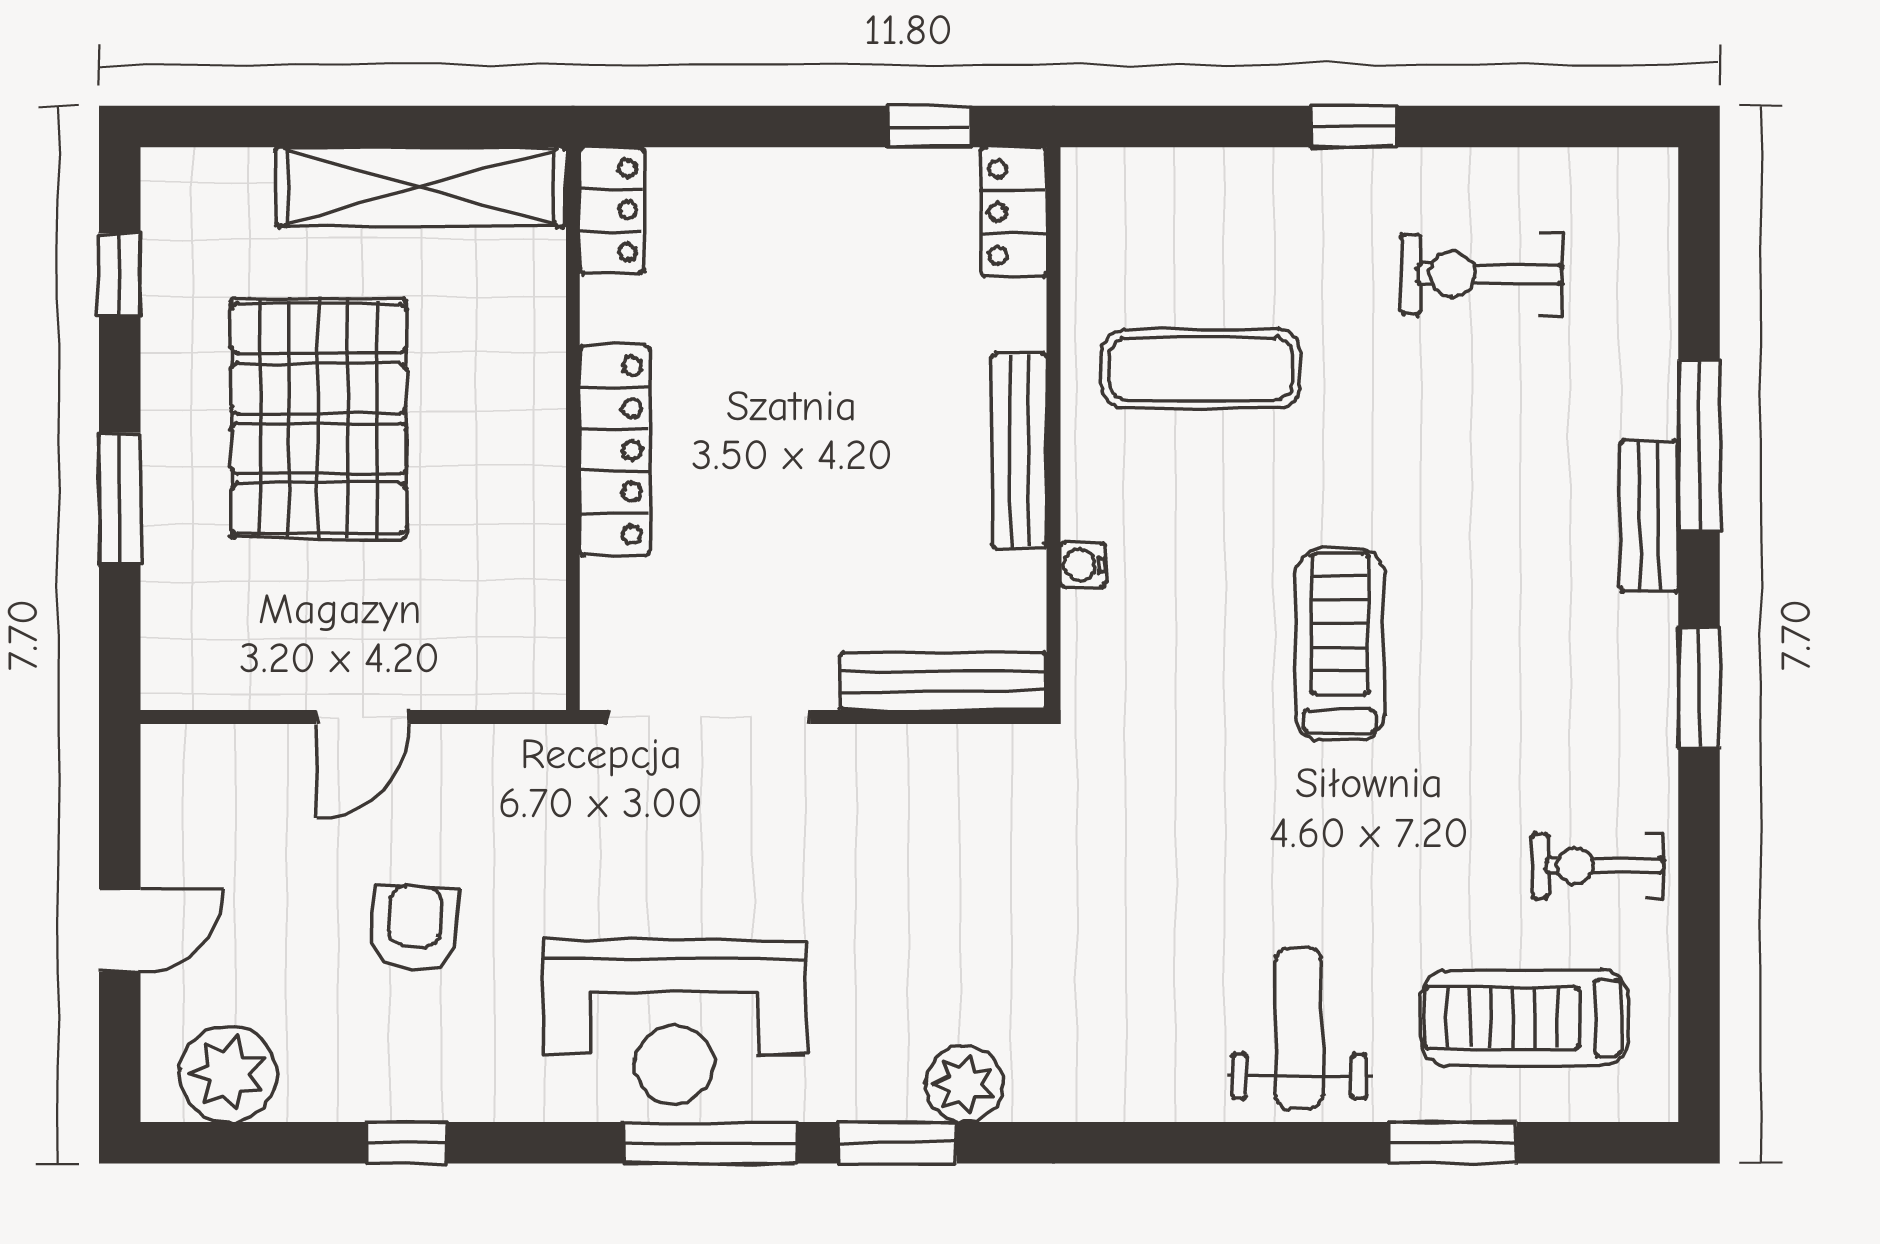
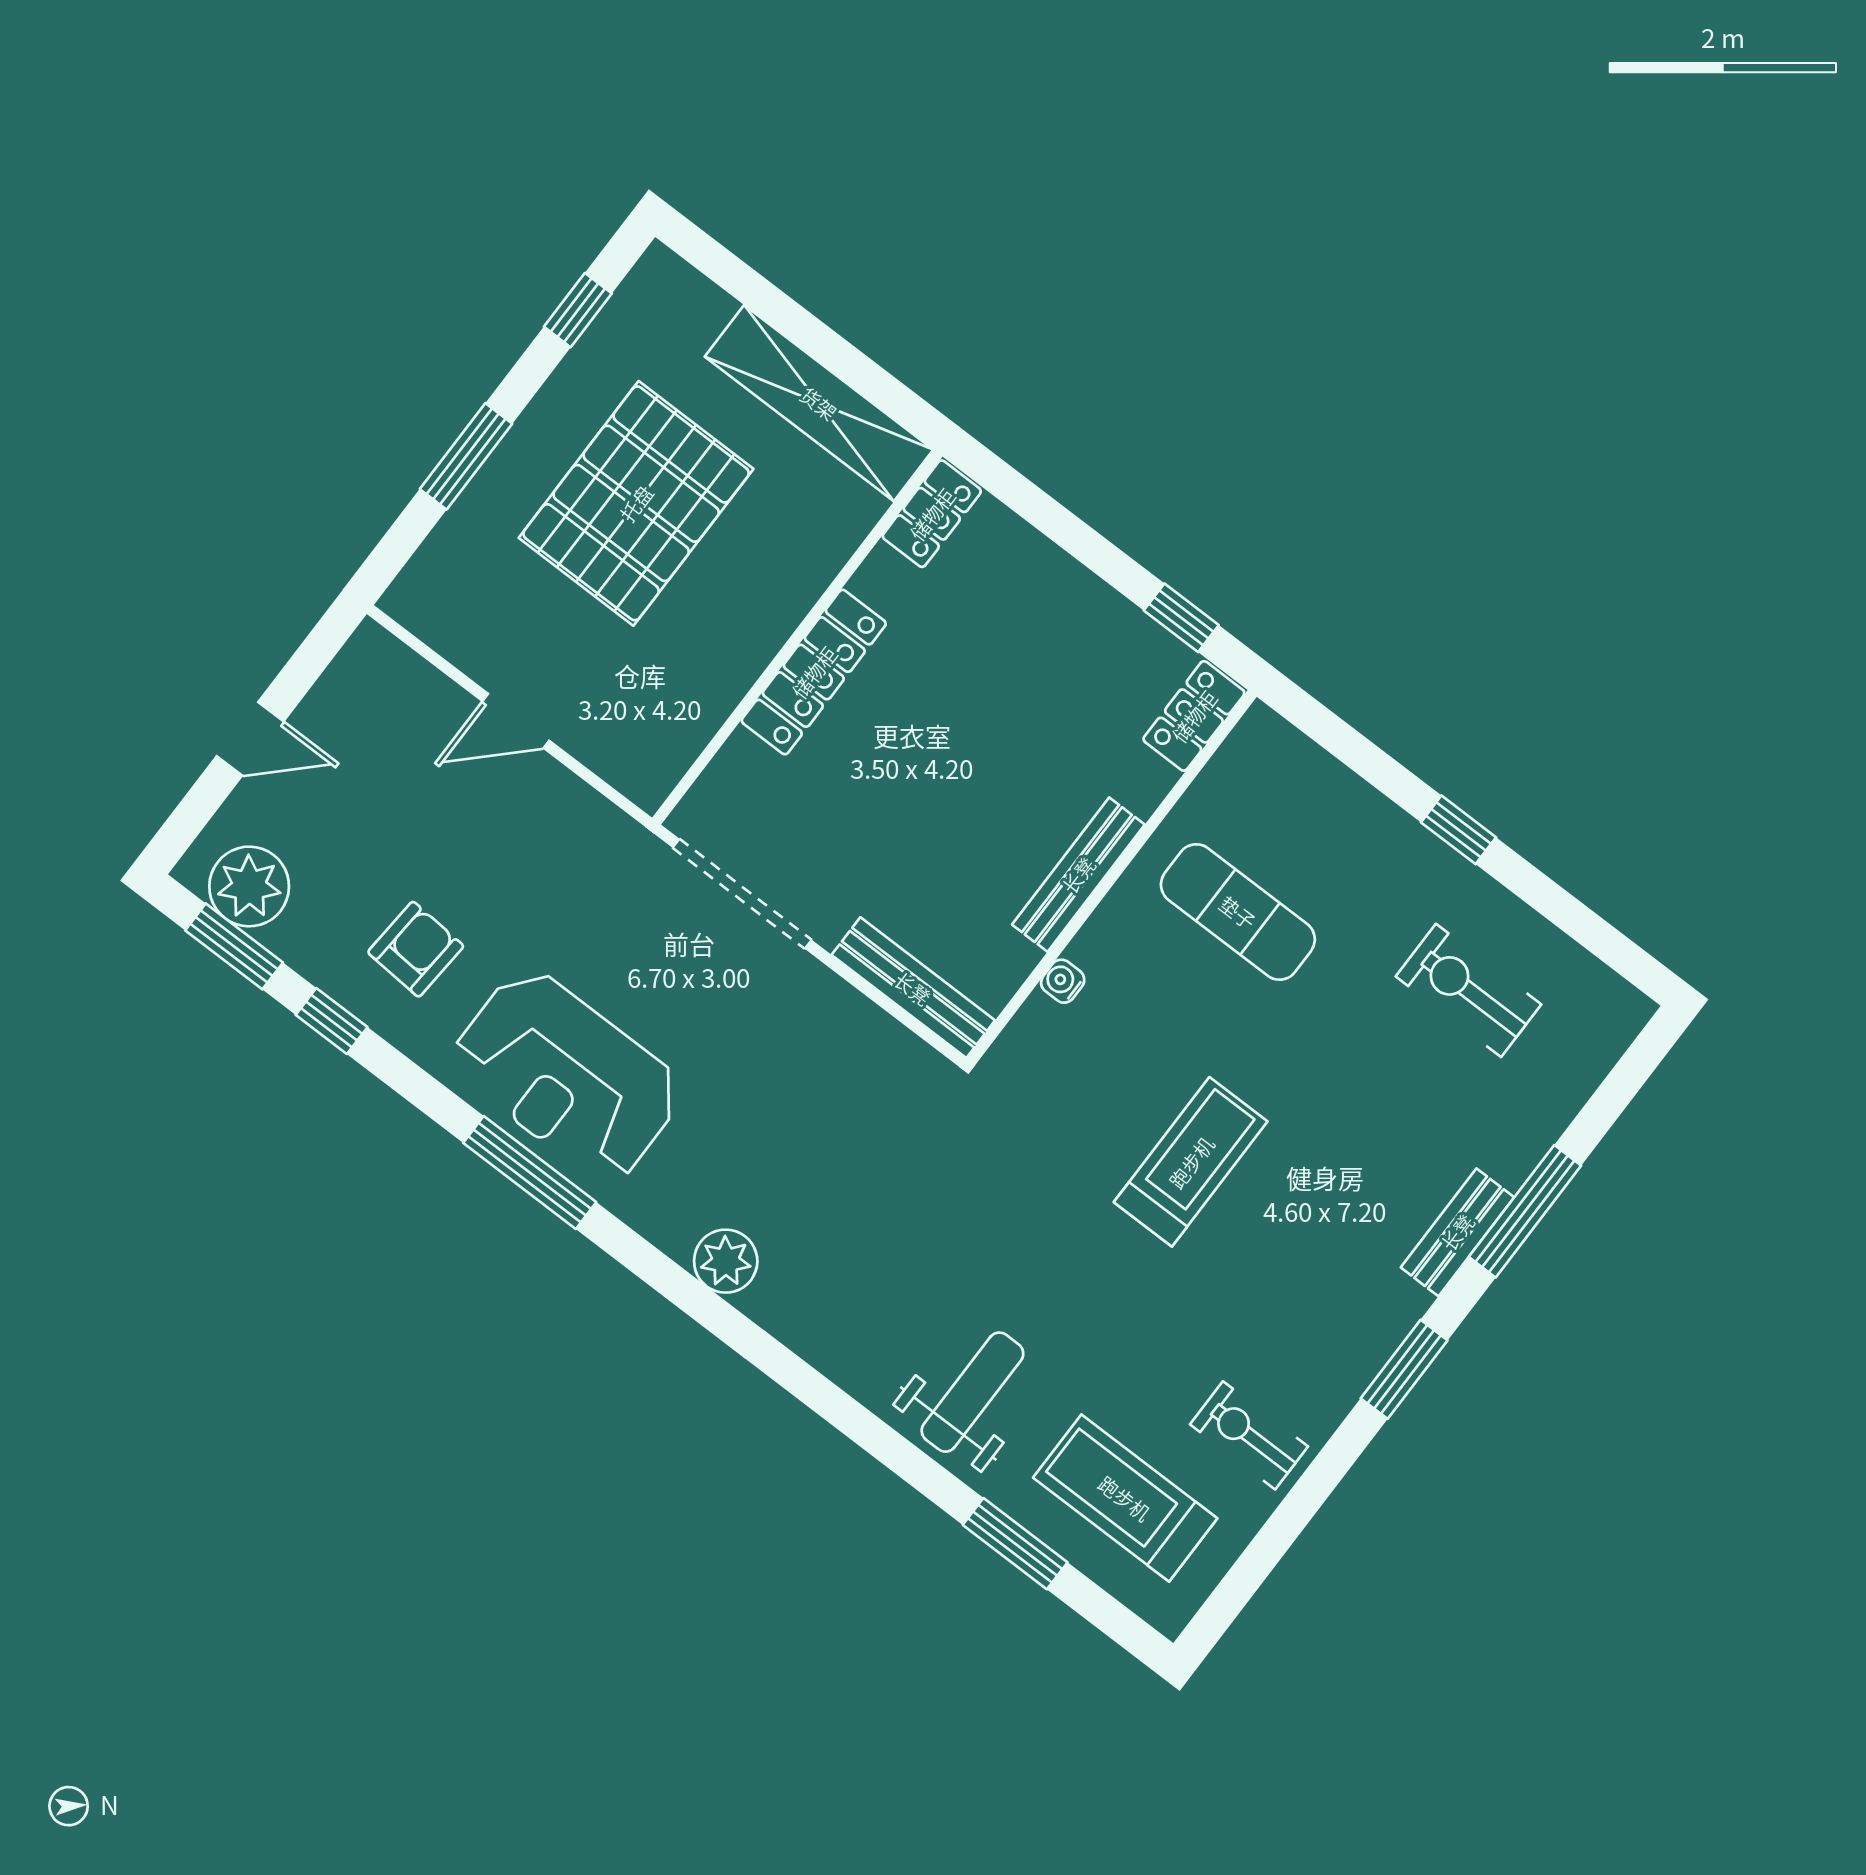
armchair: (414, 928) -> (416, 949), moved
window: (898, 1143) -> (234, 946), moved

